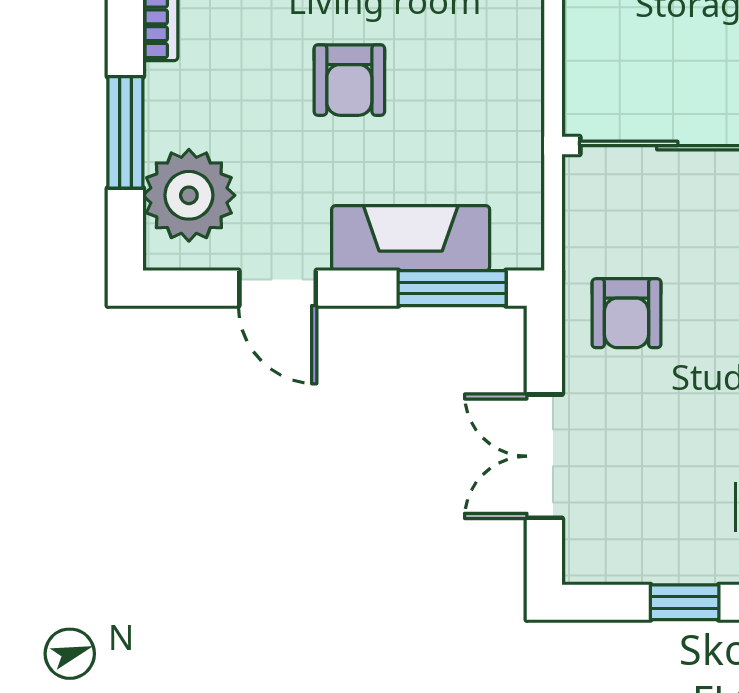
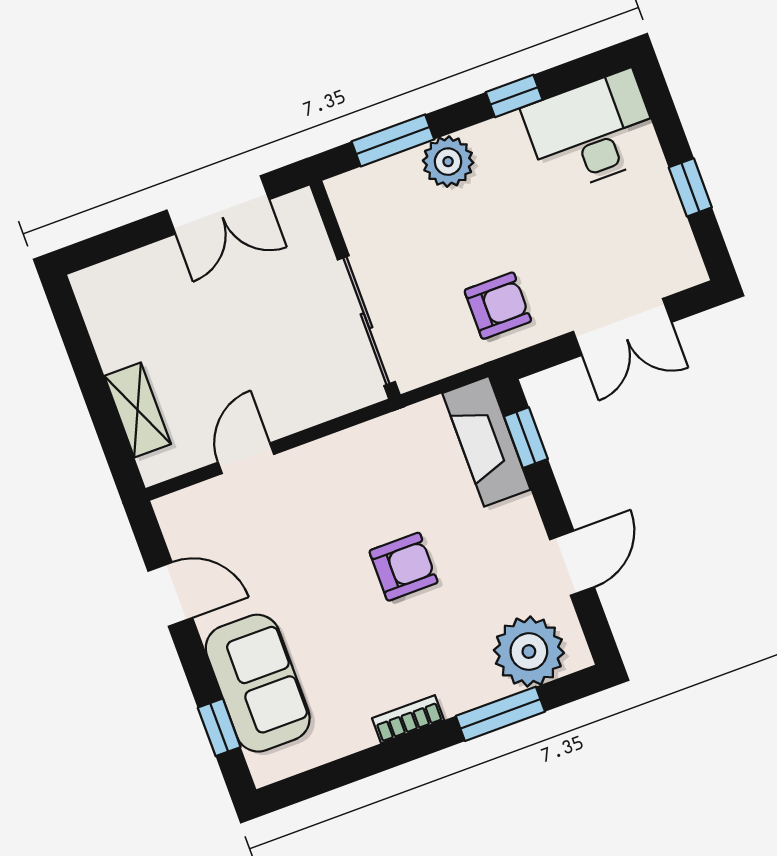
fireplace: (411, 238) -> (486, 441), moved
window: (452, 288) -> (526, 438), width x0.67

